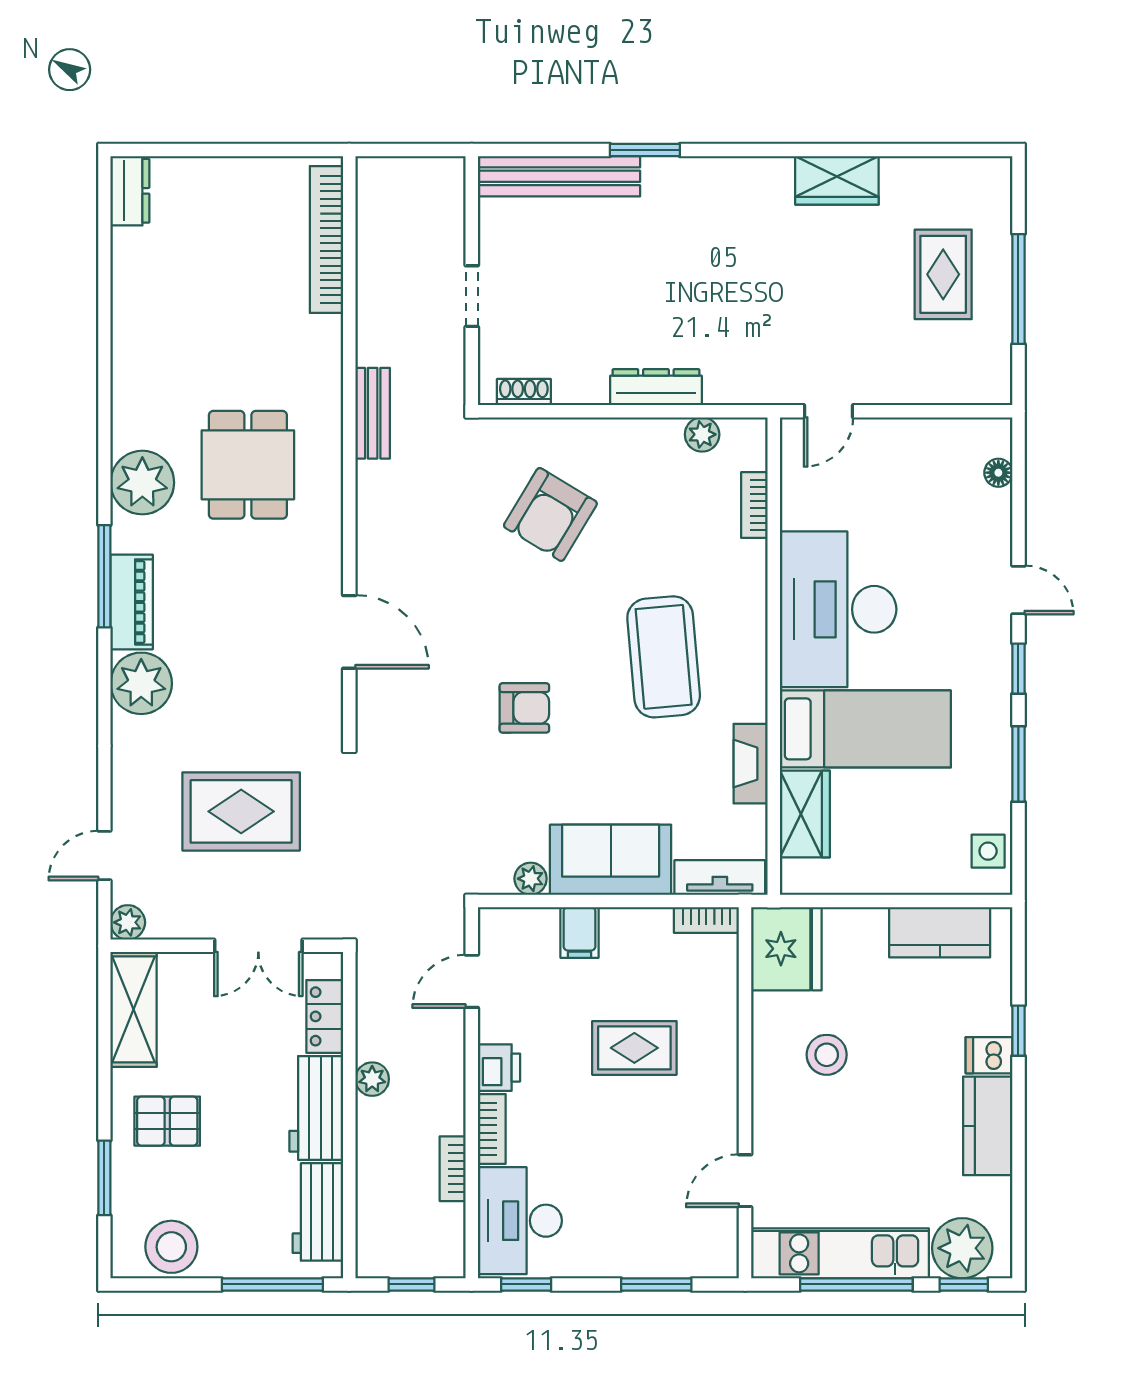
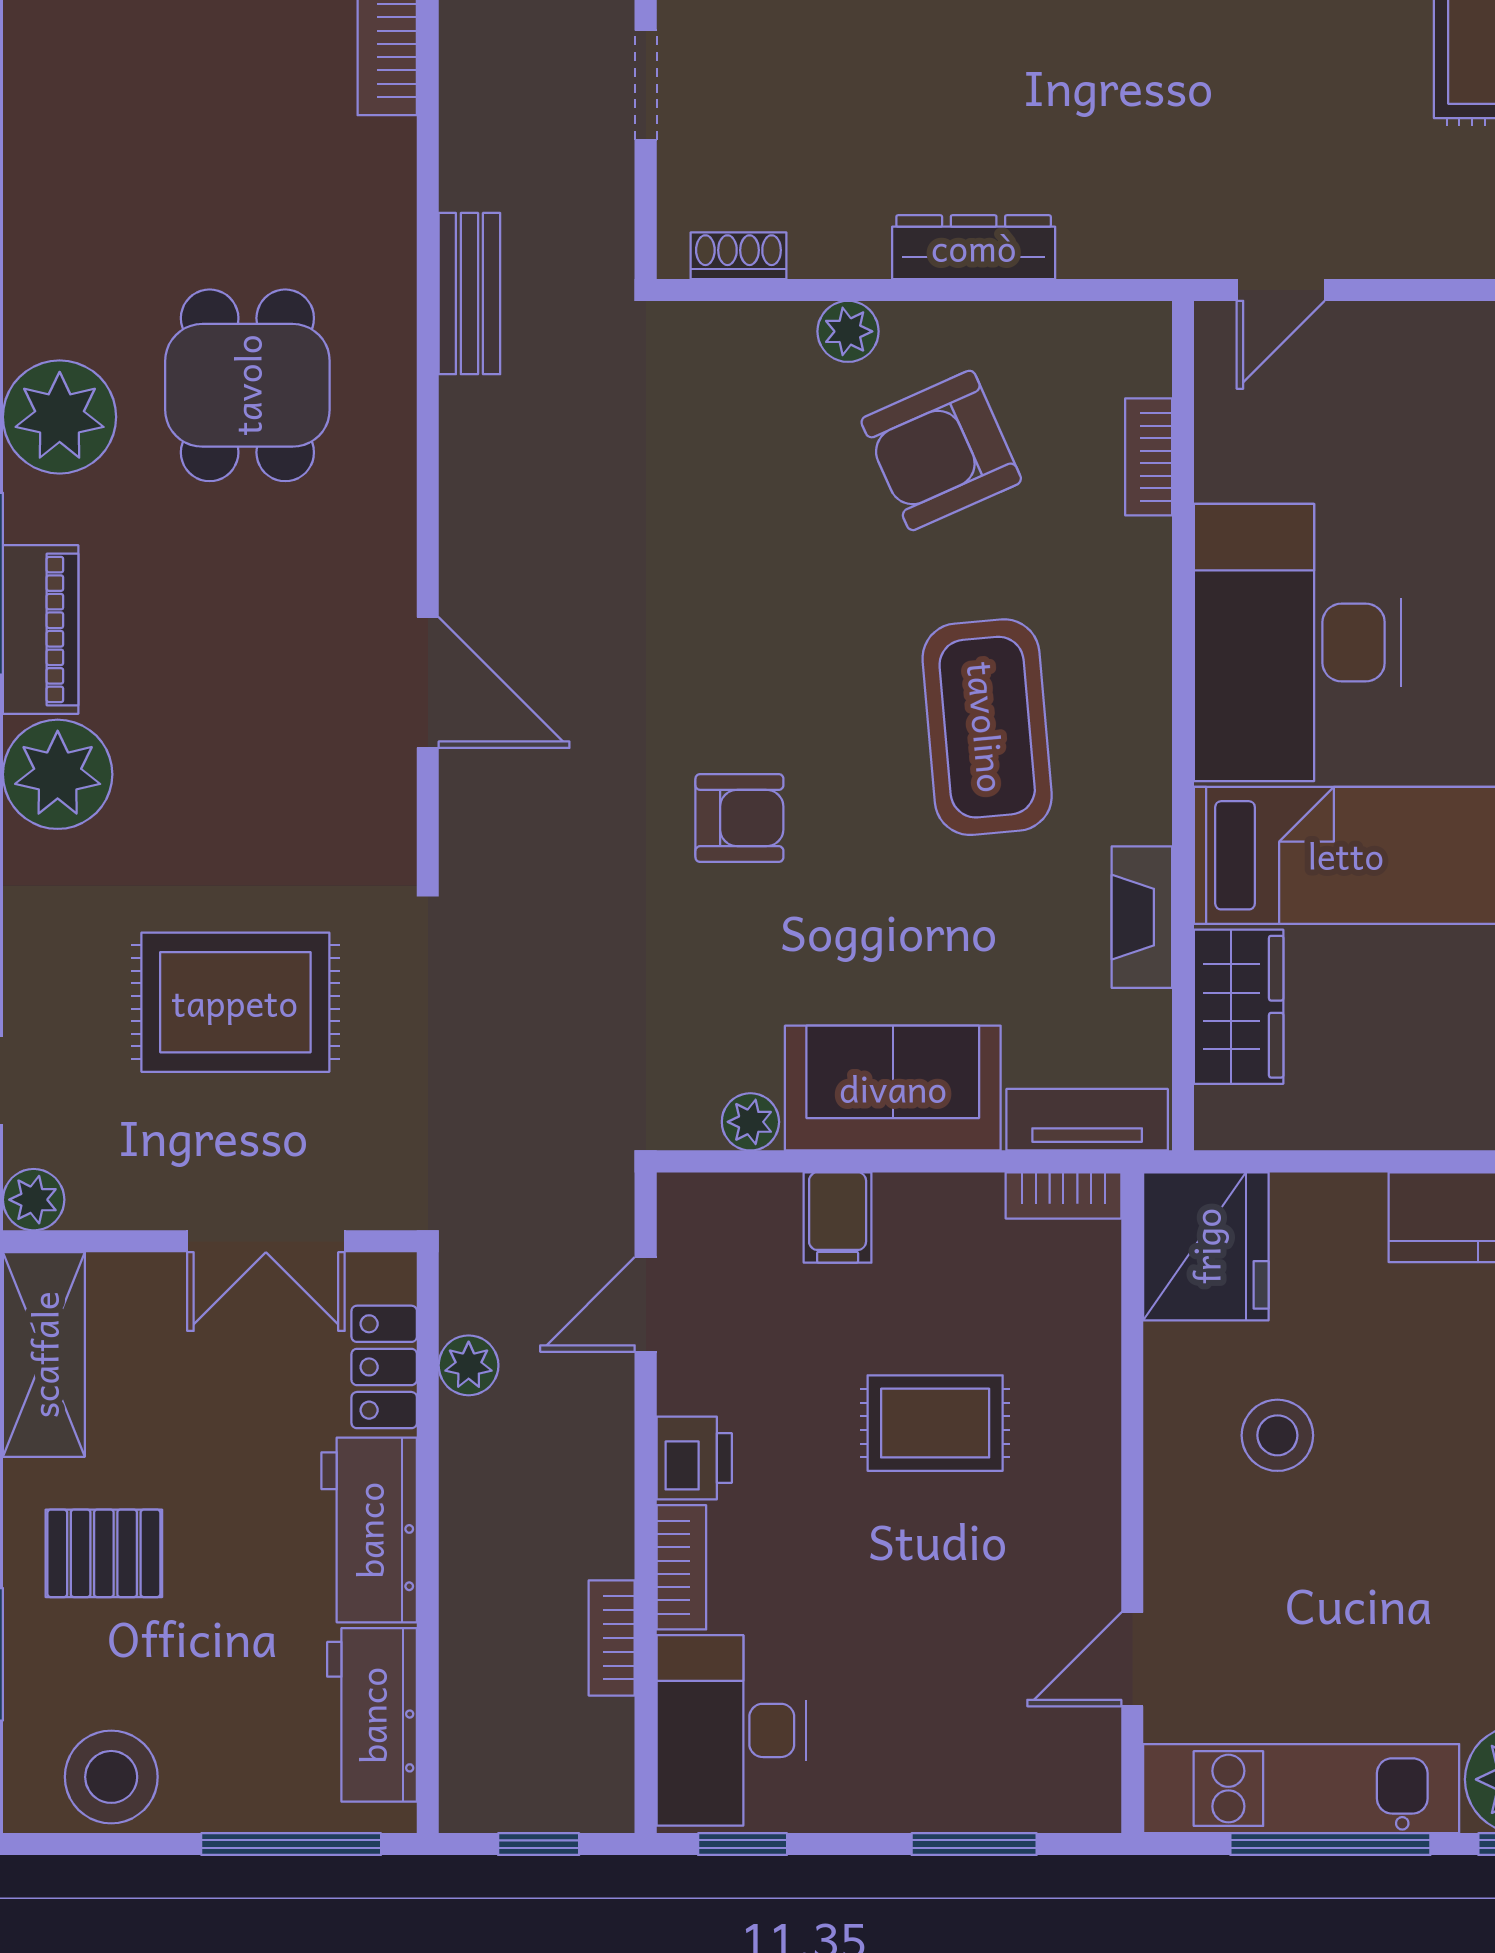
plant: (702, 434) -> (848, 331), moved
armchair: (550, 514) -> (941, 450), moved, turned 35
plant: (372, 1079) -> (469, 1365), moved

